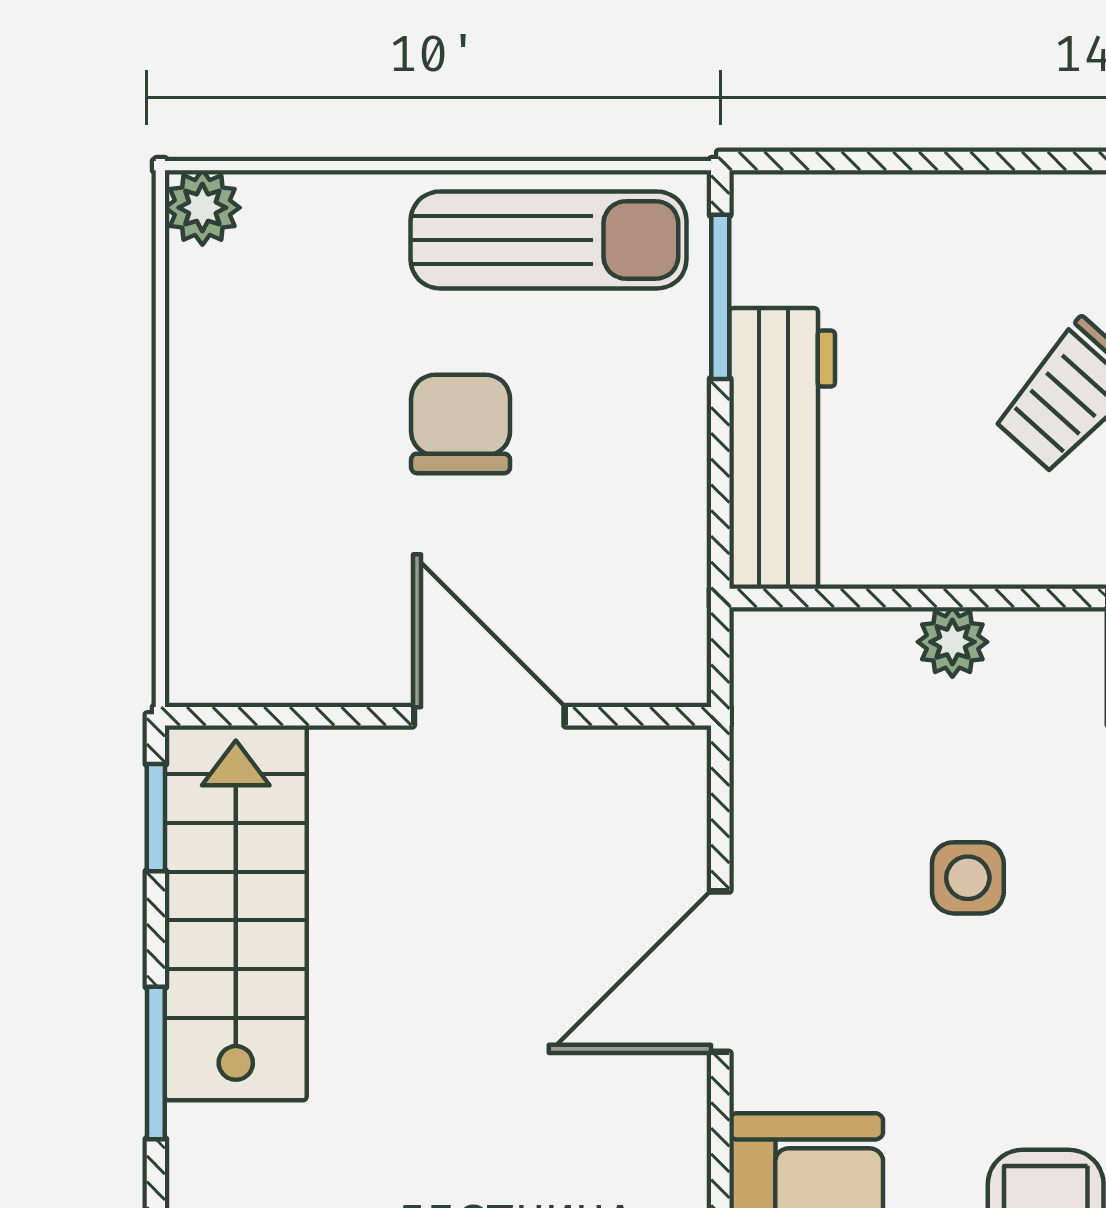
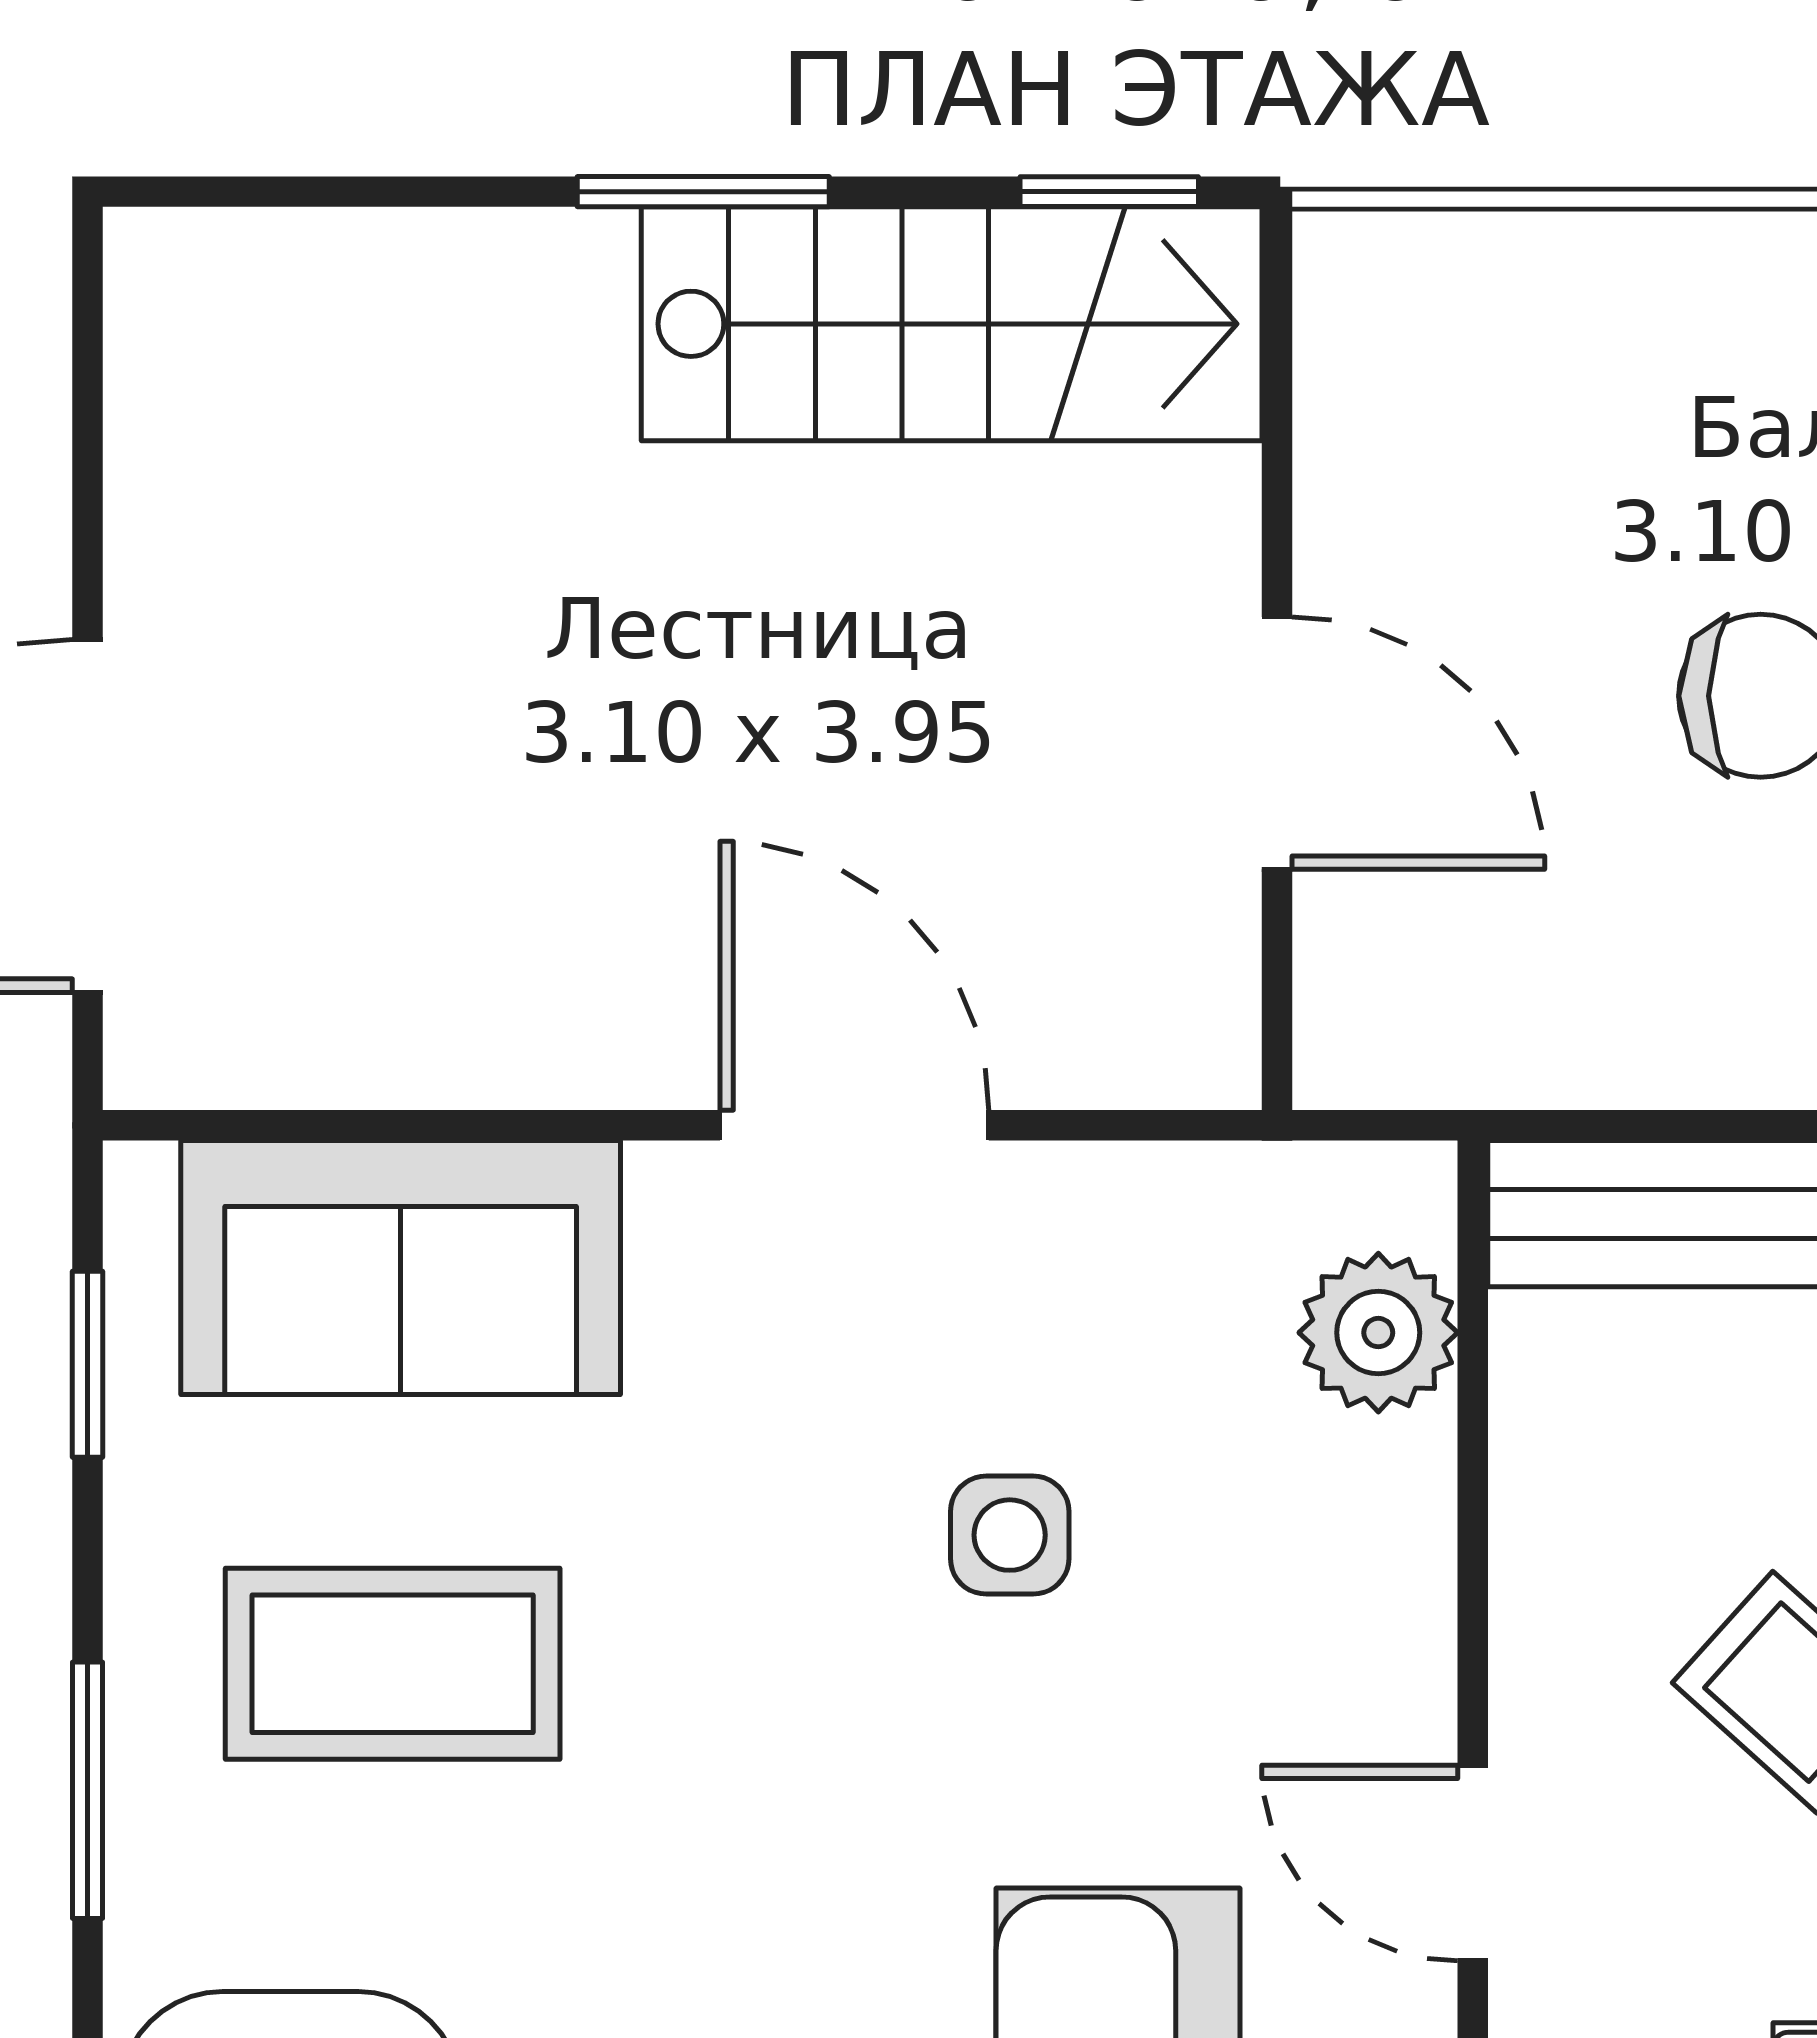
plant: (952, 642) -> (1378, 1333), moved, width x1.38, depth x1.38
door: (489, 716) -> (1277, 743), hinge flipped

